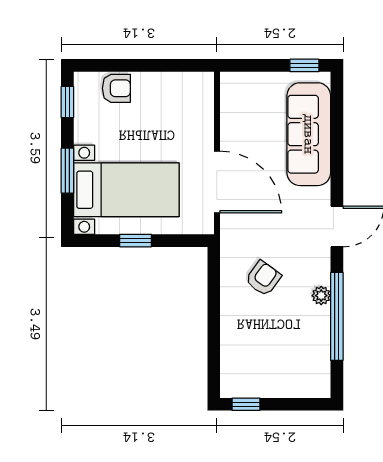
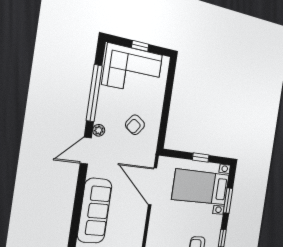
plant: (321, 296) -> (99, 130), moved
corner sofa: (281, 365) -> (133, 70), added
window: (246, 404) -> (140, 46), moved

